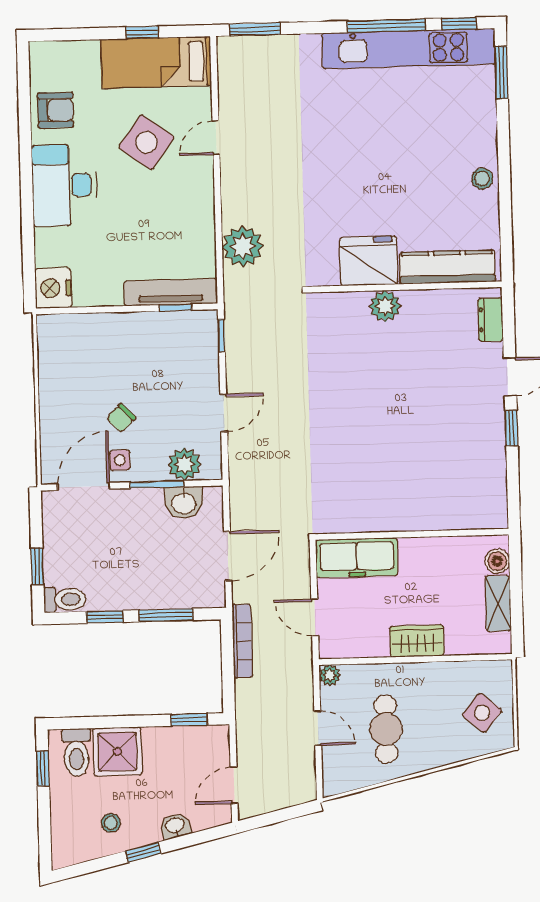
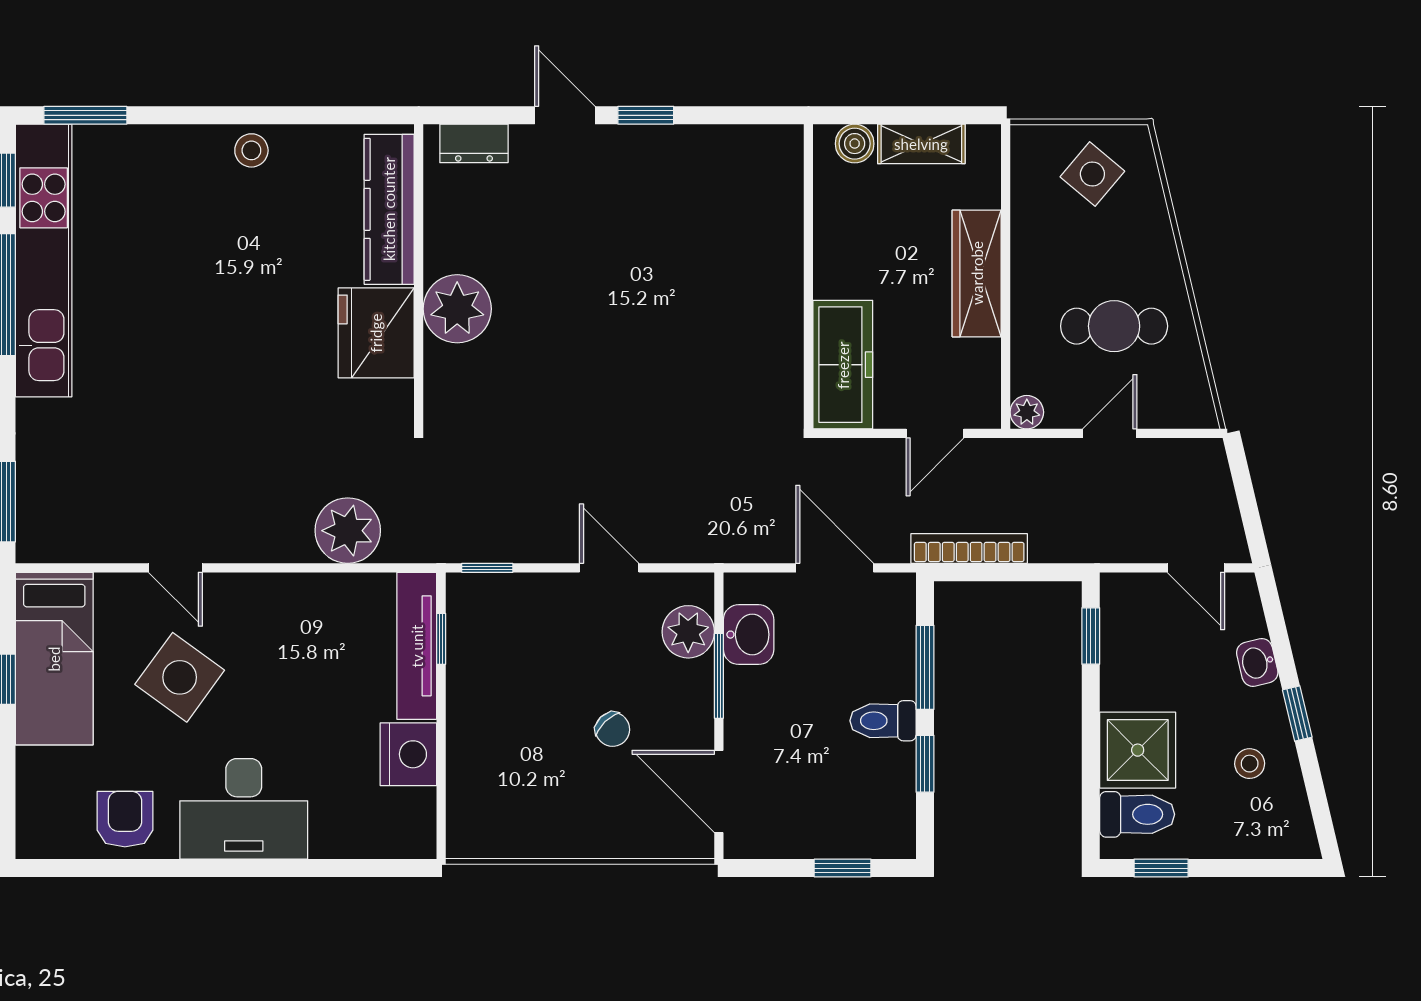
nightstand: (53, 288) -> (408, 754), moved, turned -90
plant: (385, 306) -> (457, 309), width x1.36, depth x1.36
side table: (120, 460) -> (679, 733), removed
toilet: (65, 599) -> (883, 721), moved, turned -90
wardrobe: (417, 641) -> (977, 273), width x1.50

